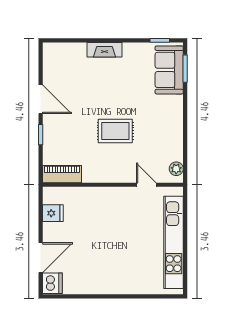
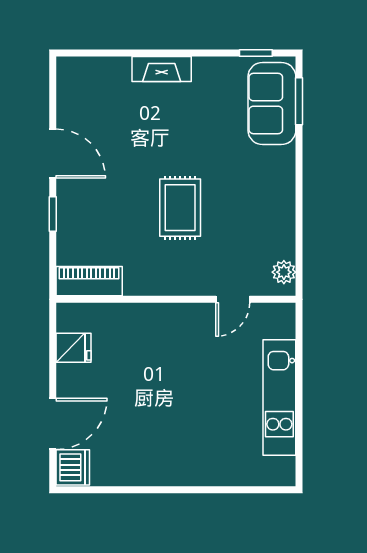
rug: (115, 131) -> (180, 208), turned 90
door: (146, 185) -> (233, 299), swing flipped
kitchen unit: (174, 242) -> (279, 398), width x0.73

